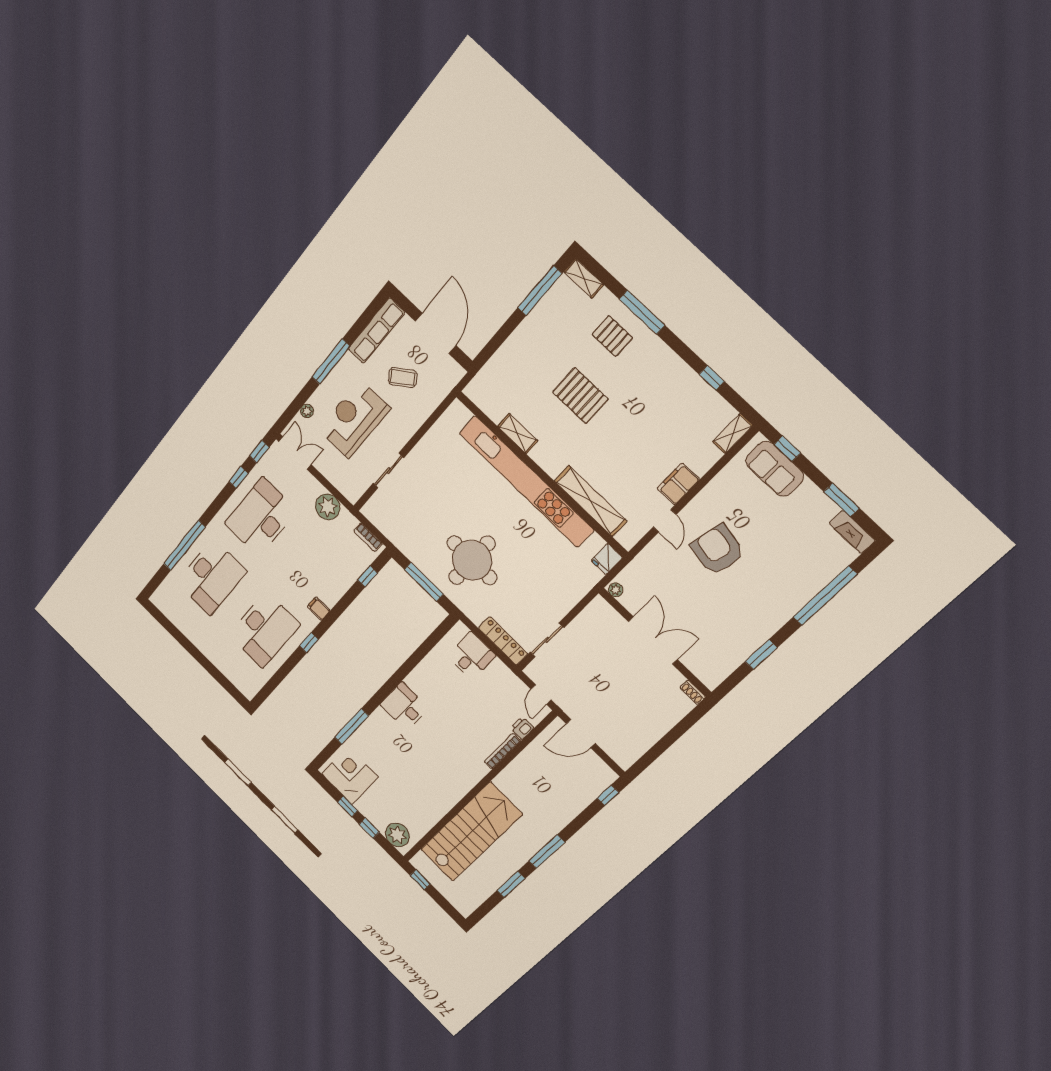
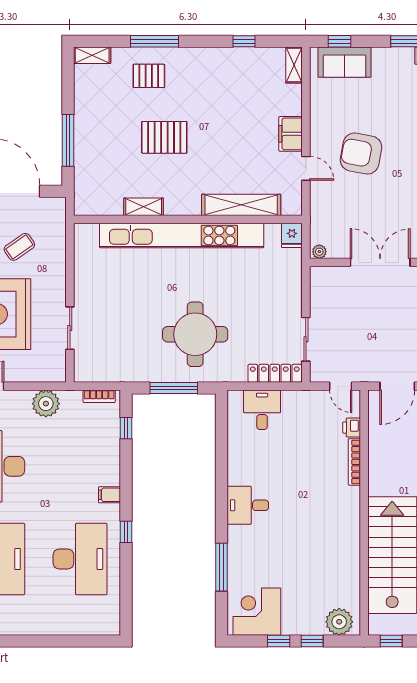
window: (540, 291) -> (68, 140), moved

